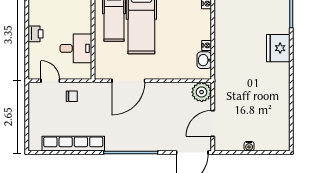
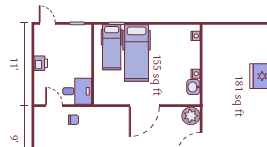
desk: (76, 48) -> (77, 91), moved
door: (128, 81) -> (144, 106), moved

